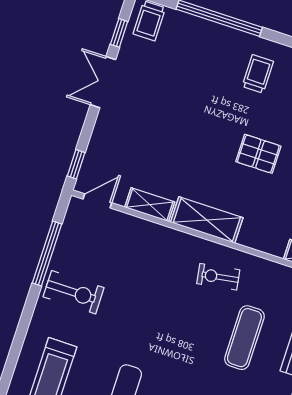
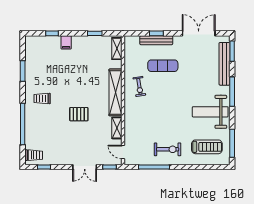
double door: (103, 82) -> (85, 167), moved
pallet: (258, 154) -> (79, 114), moved, turned 90
shelving: (207, 220) -> (115, 92), width x1.47
exercise bike: (74, 292) -> (168, 149), turned 90

